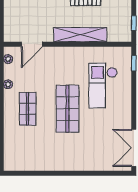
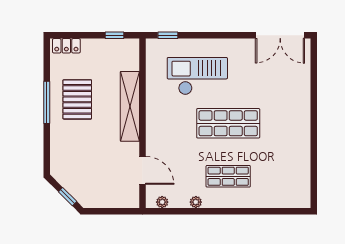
checkout: (103, 85) -> (197, 76), turned 180

